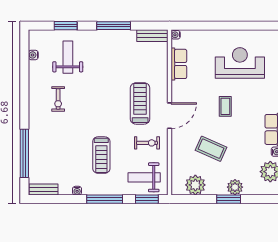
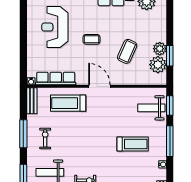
row of seats: (179, 64) -> (56, 79), width x1.48
treadmill: (140, 103) -> (68, 103), moved
exercise bike: (147, 143) -> (45, 138), moved
weight bench: (144, 177) -> (151, 108), turned 90
plant: (235, 187) -> (160, 49), moved
window: (229, 199) -> (170, 56), moved

